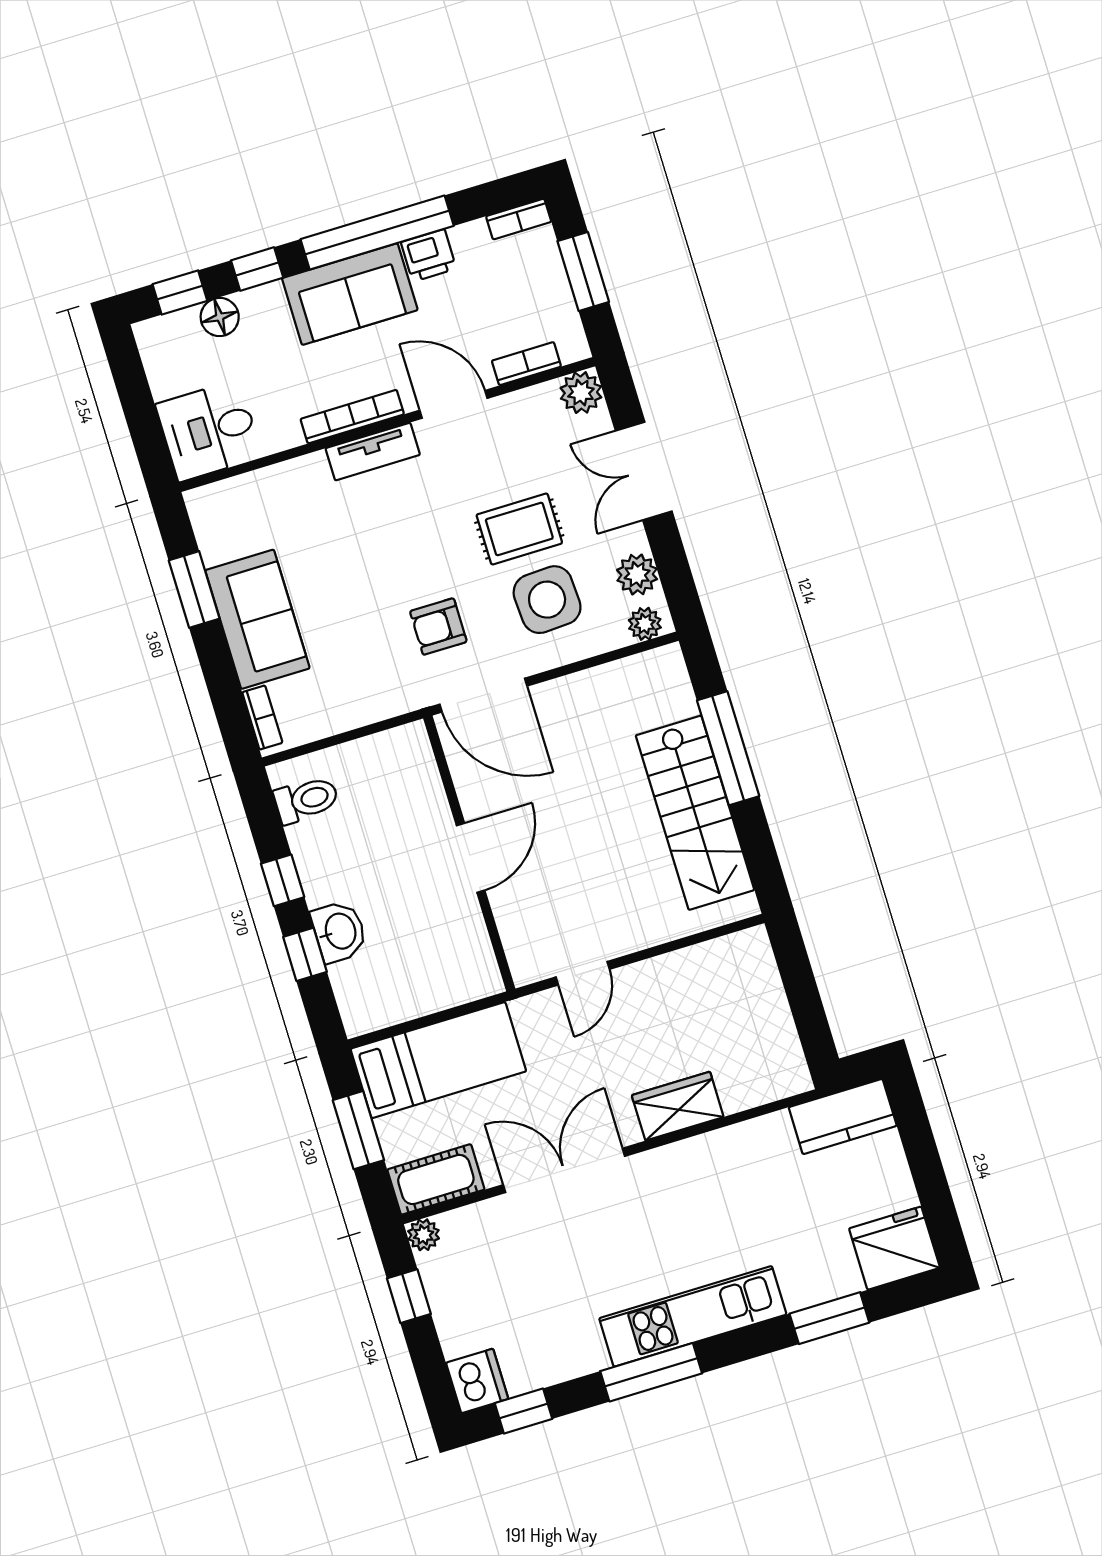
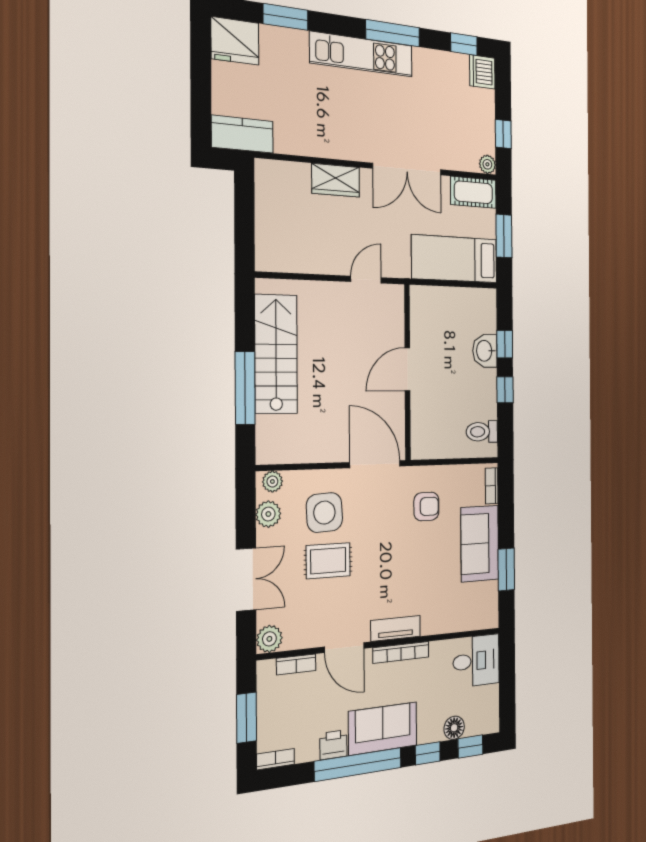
armchair: (438, 627) -> (426, 506), moved

